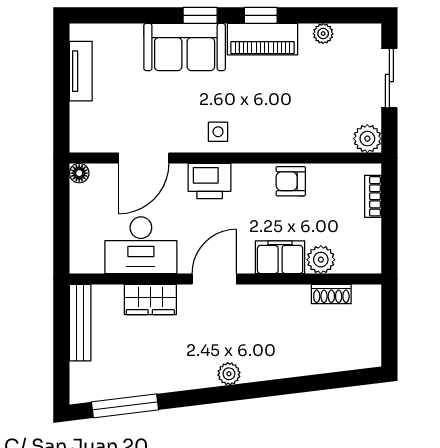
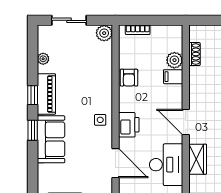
filing cabinet: (280, 257) -> (173, 77), width x0.50

